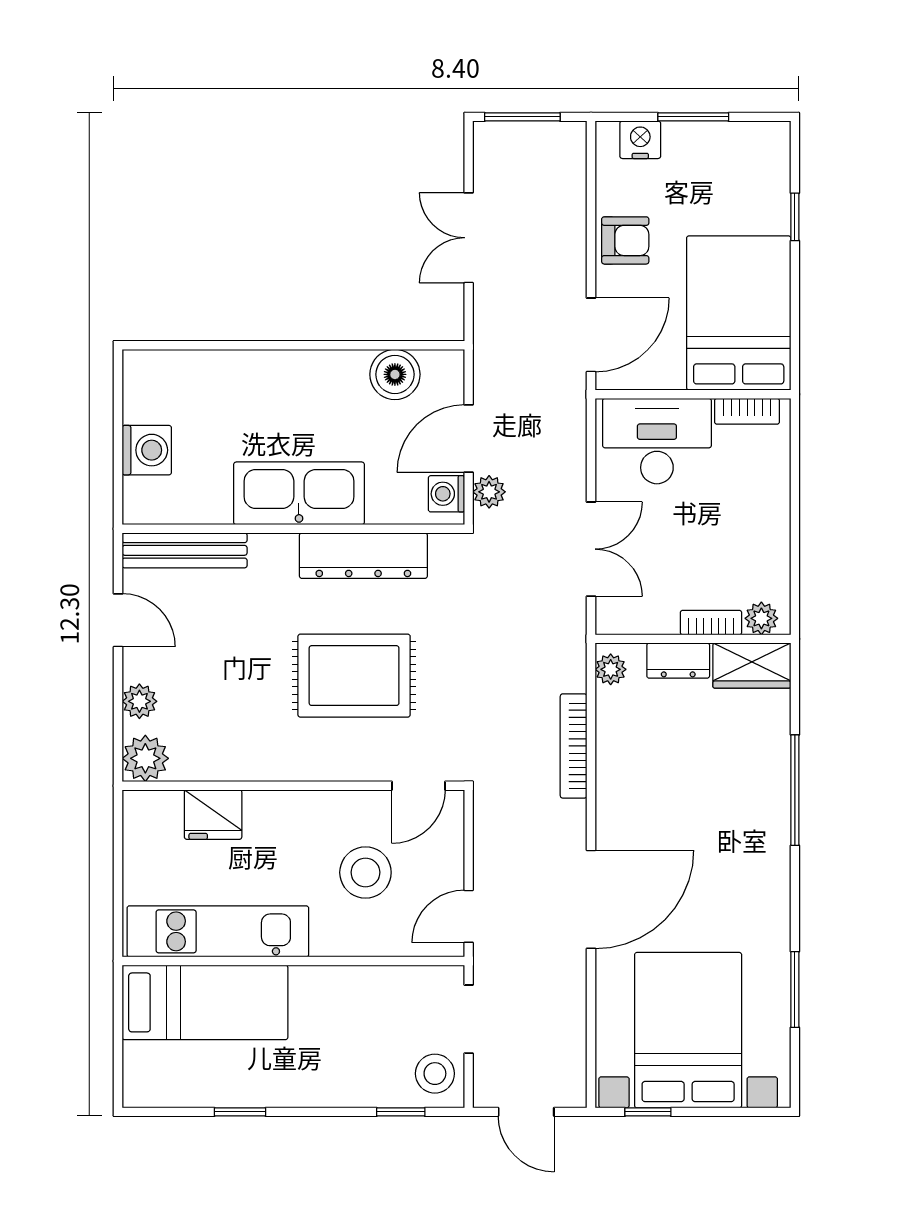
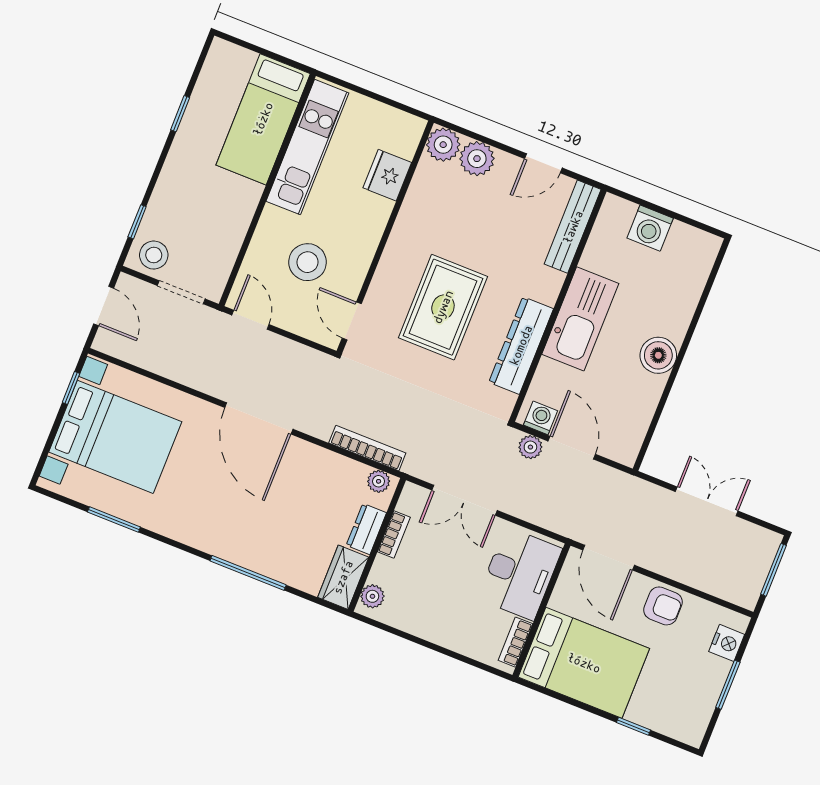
armchair: (625, 240) -> (663, 606), turned -90
boiler: (395, 374) -> (658, 355), moved
bookcase: (711, 623) -> (394, 535), moved
plant: (139, 701) -> (477, 159), width x1.38, depth x1.38
bookcase: (574, 746) -> (367, 448), moved
door: (591, 899) -> (259, 418), moved
door: (526, 1112) -> (104, 306), swing flipped

